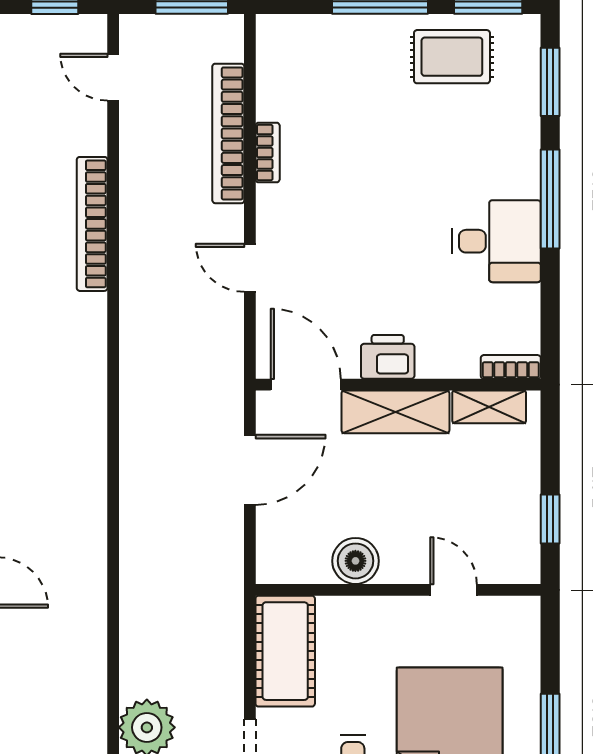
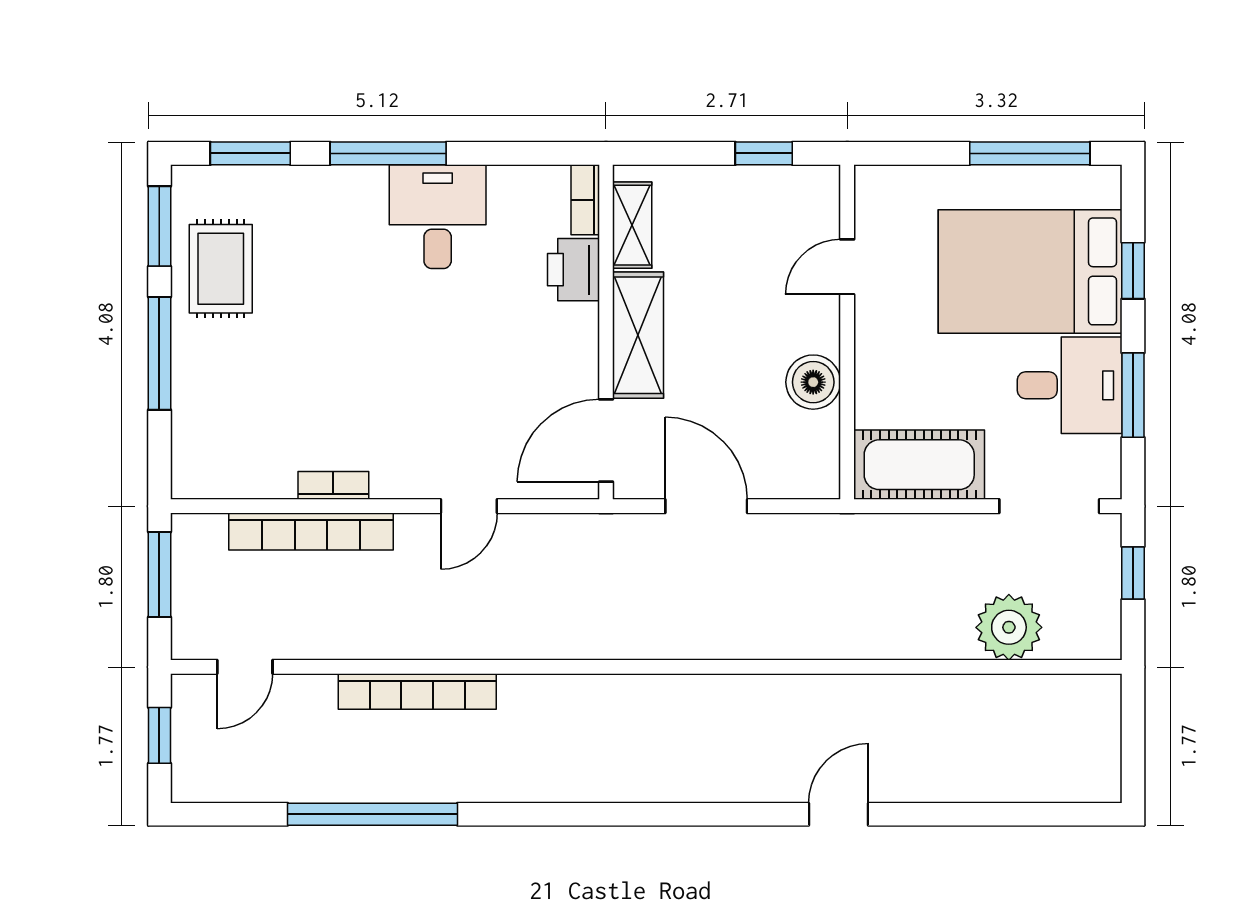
printer: (388, 357) -> (573, 270), moved

